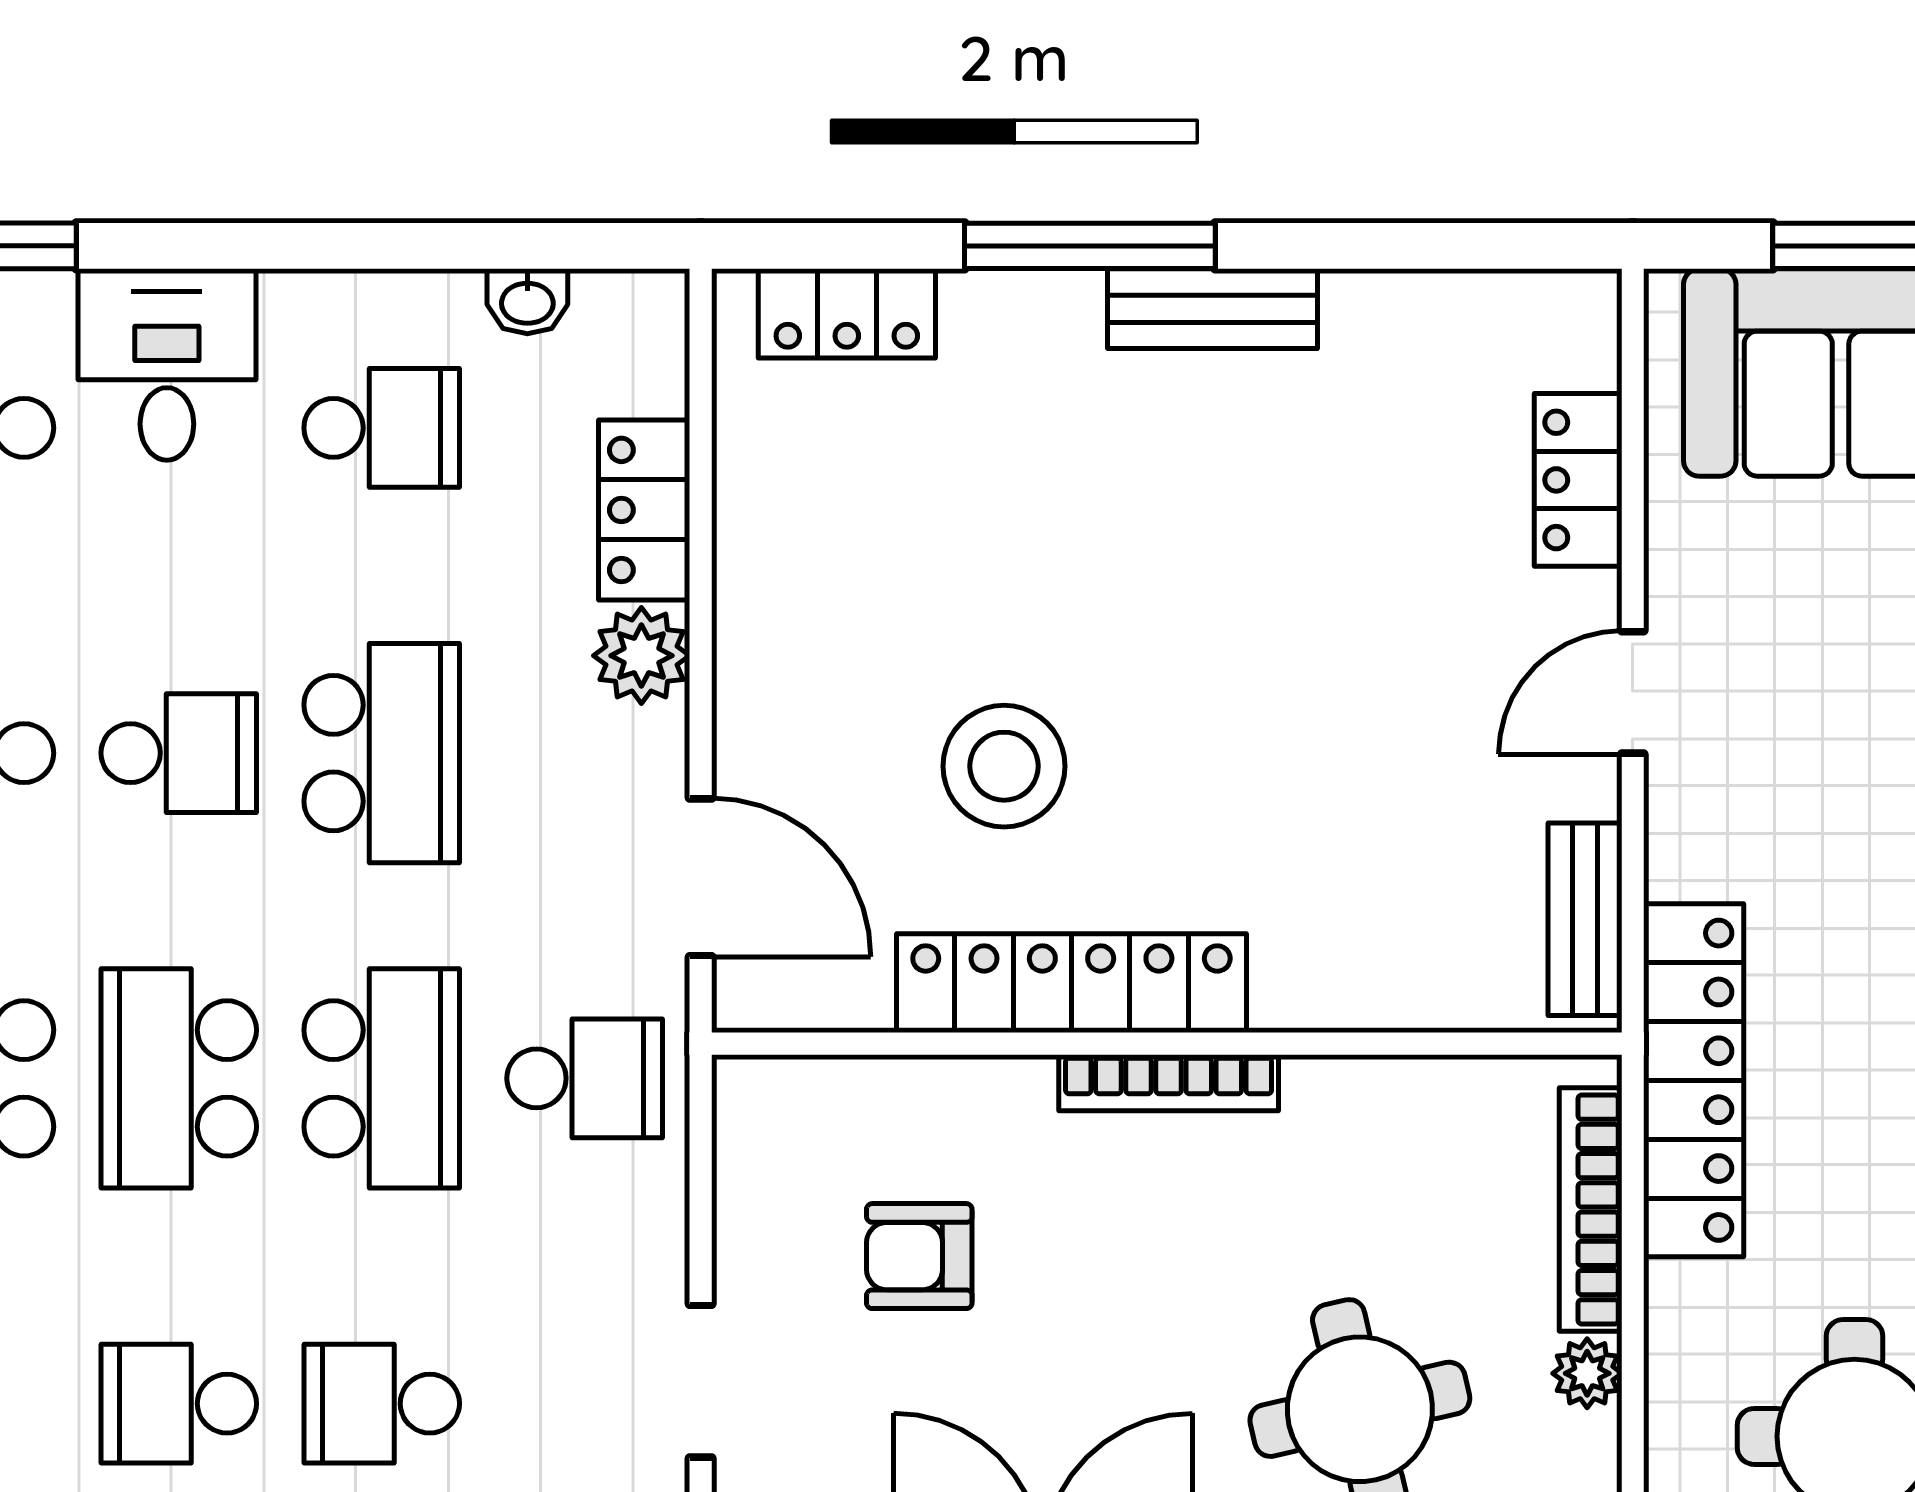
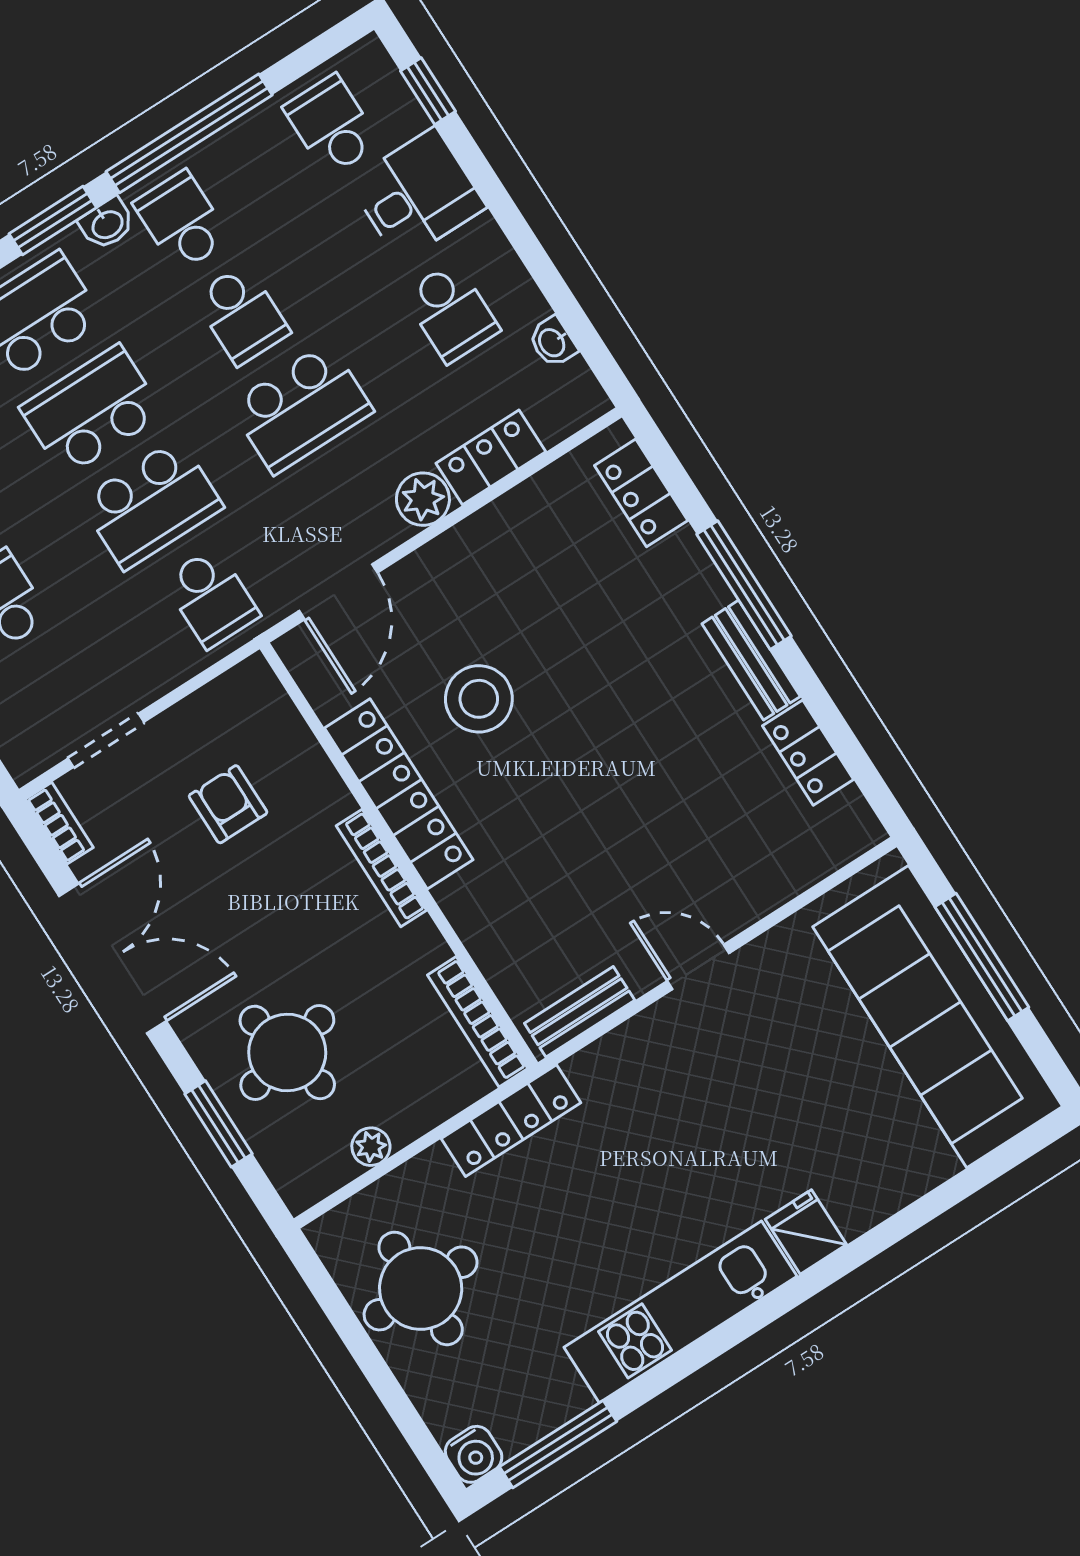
locker: (1578, 480) -> (808, 753), moved, turned -90
locker: (1694, 1080) -> (511, 1121), width x0.71, depth x0.83
bookcase: (1591, 1210) -> (478, 1022), moved, turned -90

